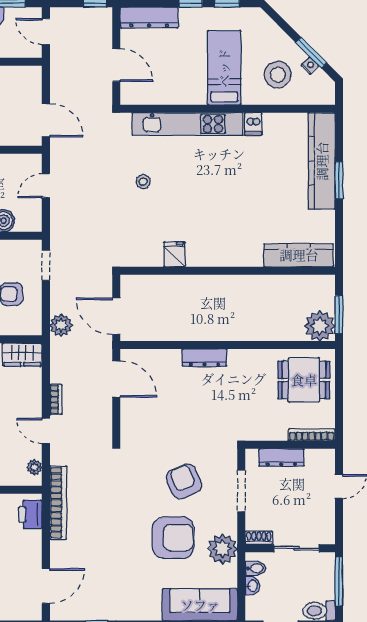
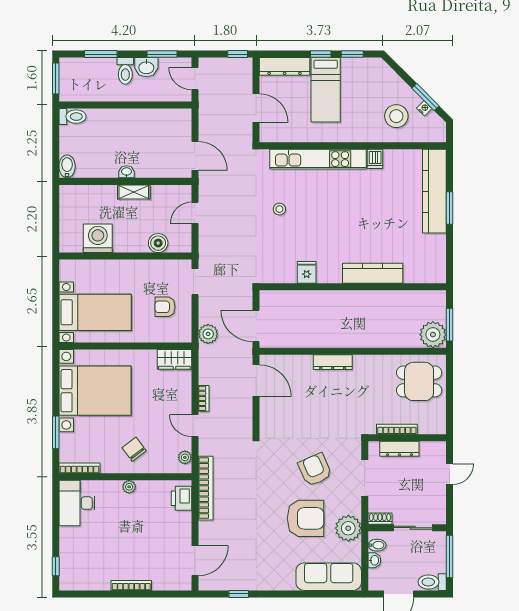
bed: (224, 68) -> (326, 90), moved, turned 180
kitchen counter: (299, 255) -> (373, 273), moved
bookcase: (312, 435) -> (397, 429), moved

